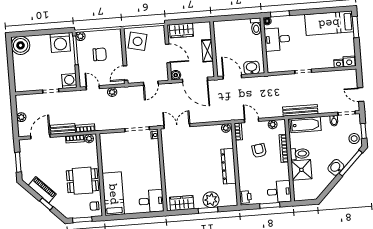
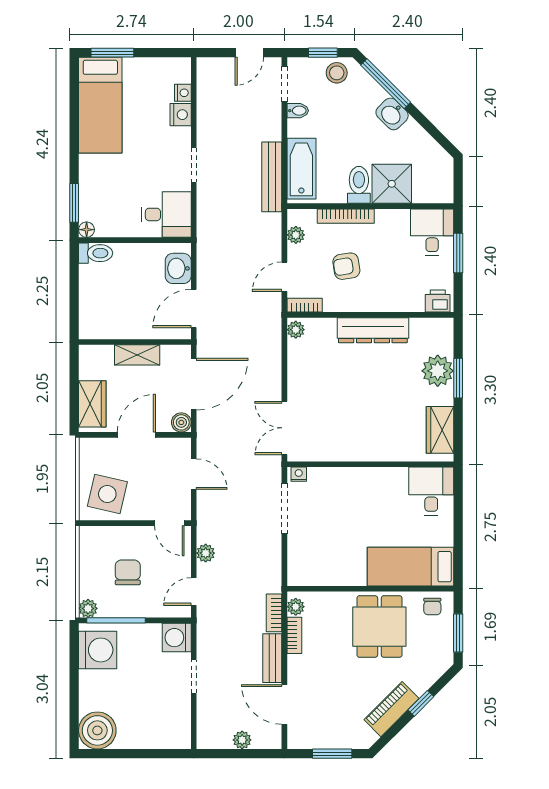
desk: (277, 39) -> (166, 214), moved, turned -90
nightstand: (349, 61) -> (181, 115), moved

